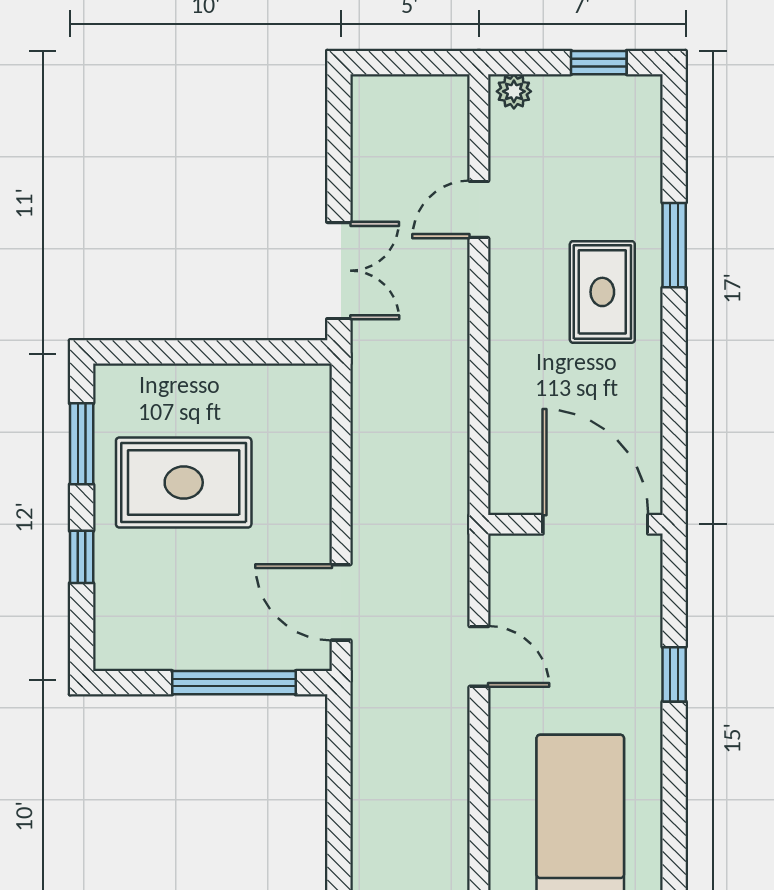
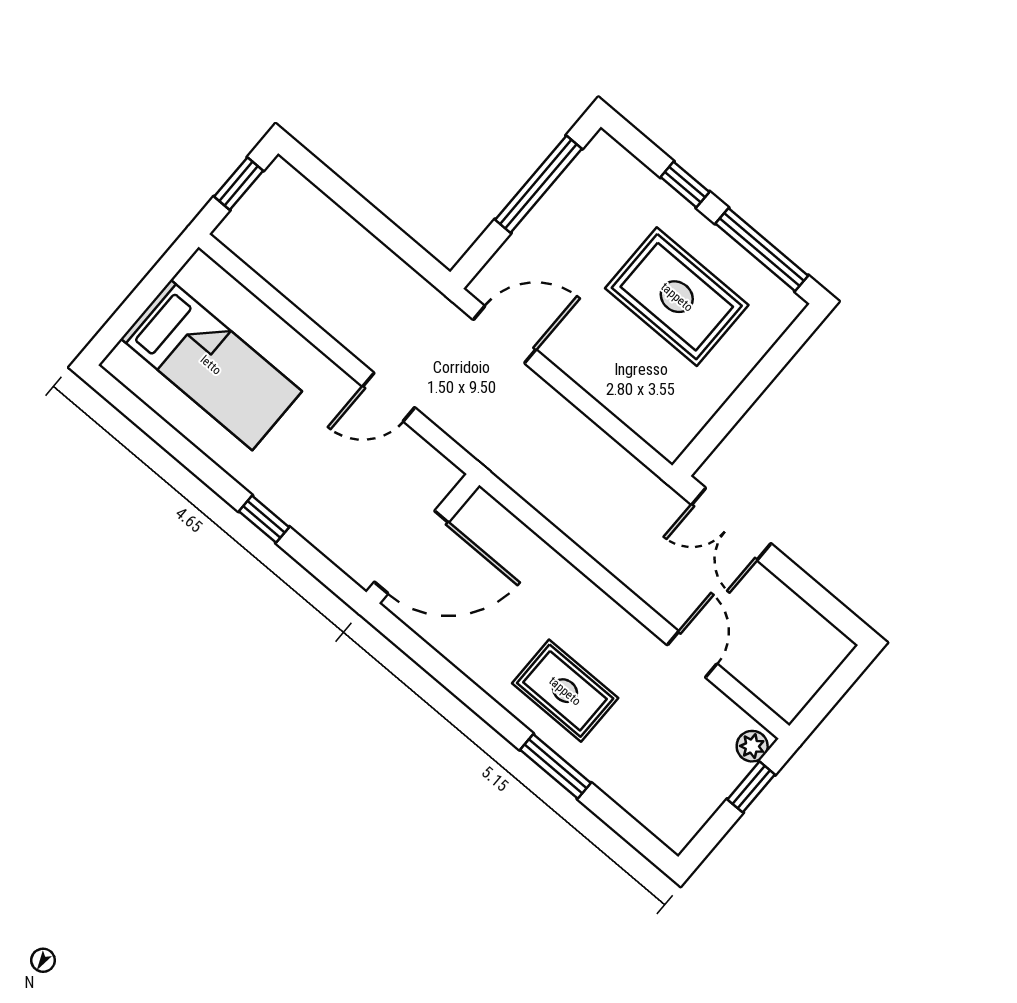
window: (599, 63) -> (751, 787), moved
window: (82, 444) -> (762, 250), width x1.44
rug: (184, 482) -> (677, 297), turned 90
window: (234, 683) -> (538, 184), moved

